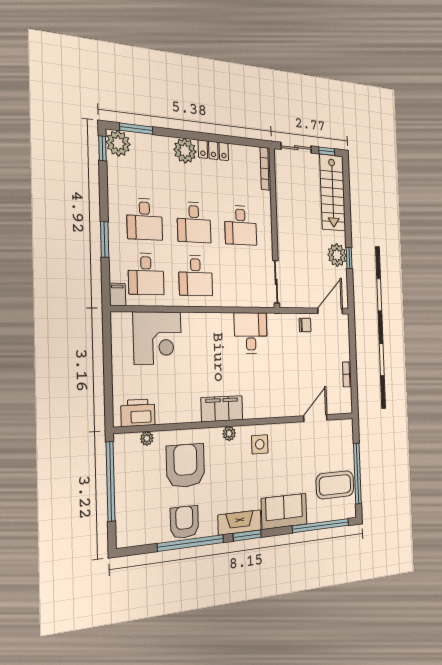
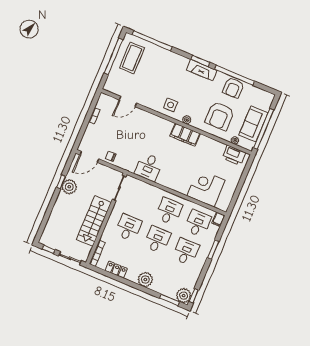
locker: (213, 150) -> (116, 270), moved
stairs: (333, 192) -> (94, 221), moved, turned 180
coffee table: (335, 485) -> (132, 58), turned 90
sofa: (284, 511) -> (253, 124), moved, turned 90

